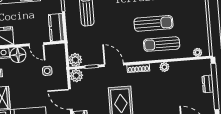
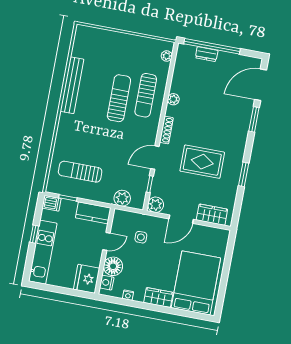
plant: (75, 60) -> (122, 198), moved

